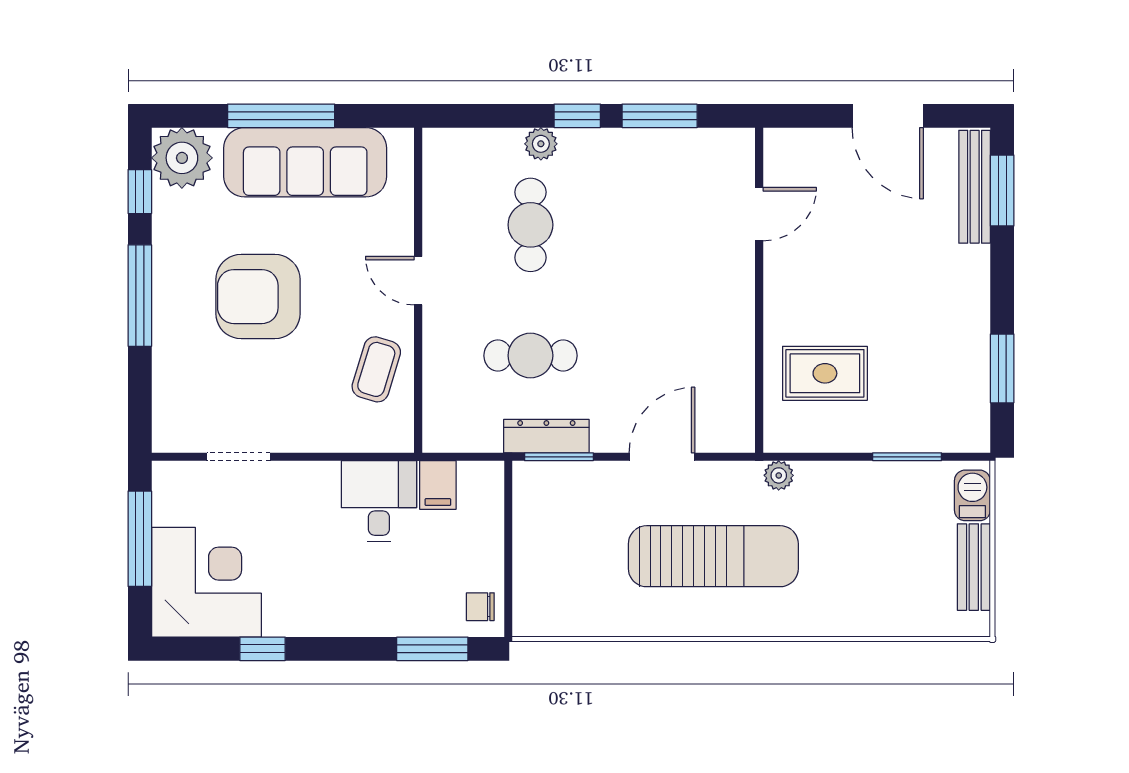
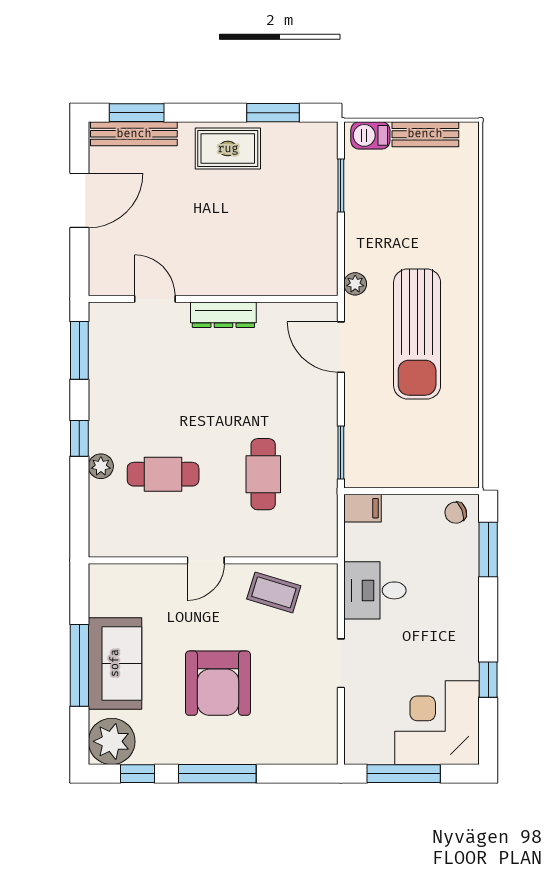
window: (660, 116) -> (79, 350), moved
sofa: (305, 162) -> (115, 663), width x0.73
rug: (825, 373) -> (228, 149), moved, turned 90
dresser: (546, 436) -> (223, 315), moved, turned -90
doorway: (238, 457) -> (341, 663), moved
door: (662, 457) -> (341, 347), moved
filing cabinet: (438, 485) -> (362, 508), moved
sun lounger: (713, 556) -> (417, 334), turned 180
chair: (480, 607) -> (456, 513), turned 69

